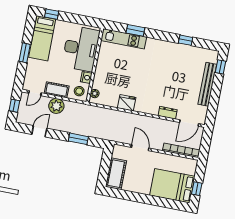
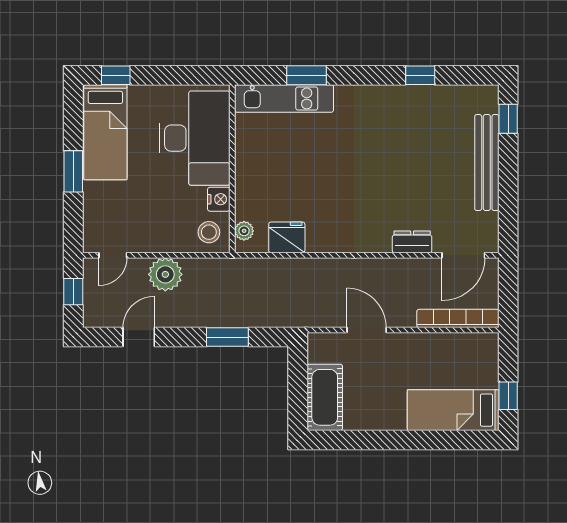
cot: (57, 90) -> (159, 239), removed
fridge: (127, 103) -> (287, 237), moved
bed: (172, 186) -> (453, 410), width x0.67

